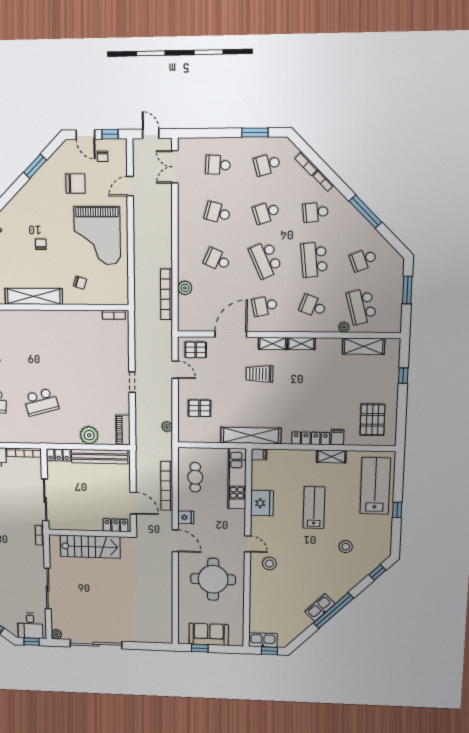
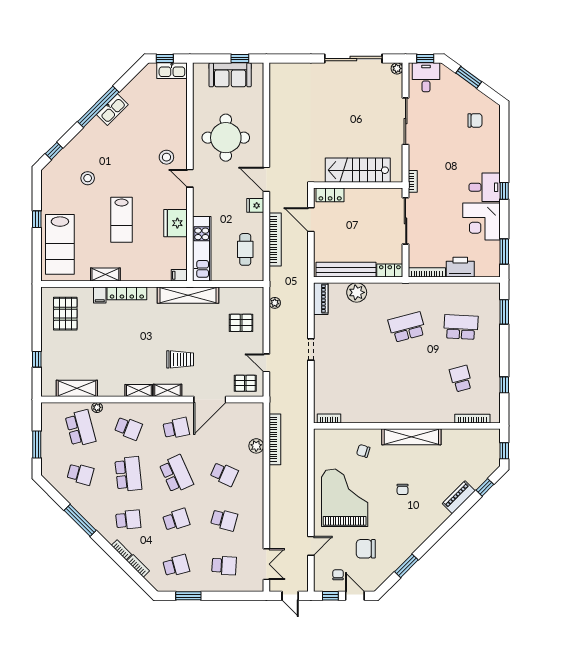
school desk: (363, 260) -> (80, 474), turned 36

